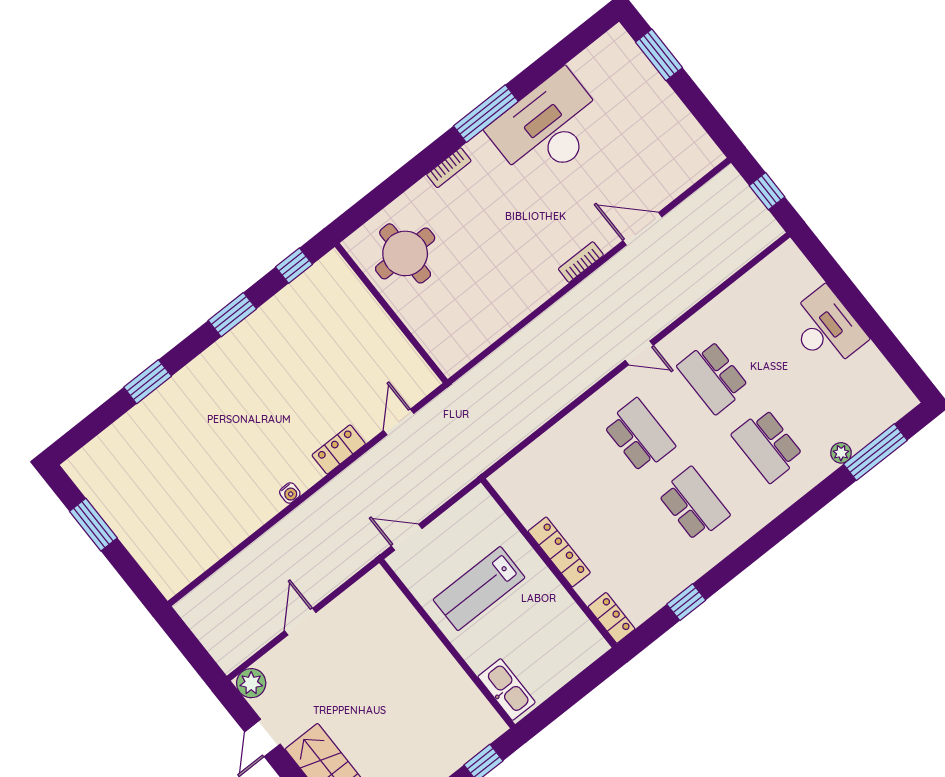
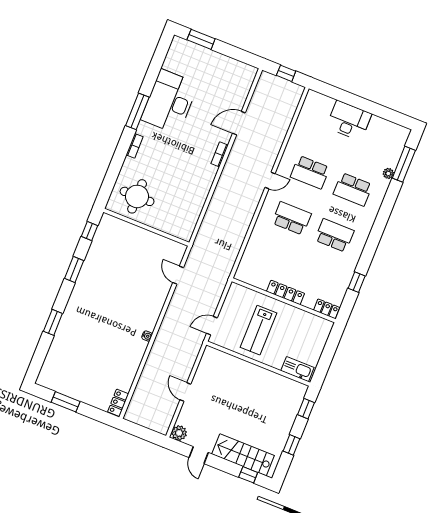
locker: (339, 449) -> (118, 403), moved

